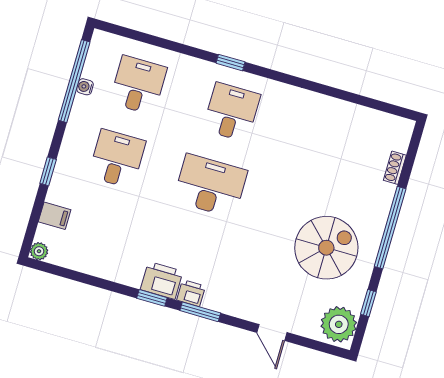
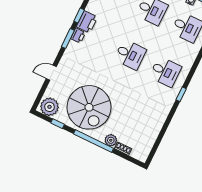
window: (231, 63) -> (181, 94), moved
desk: (210, 186) -> (130, 55), width x0.73
plant: (383, 194) -> (111, 140), added
spiral stairs: (326, 248) -> (89, 107), width x1.37, depth x1.37

